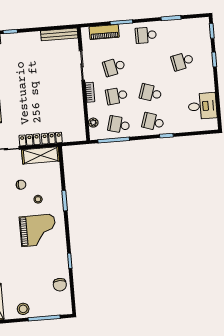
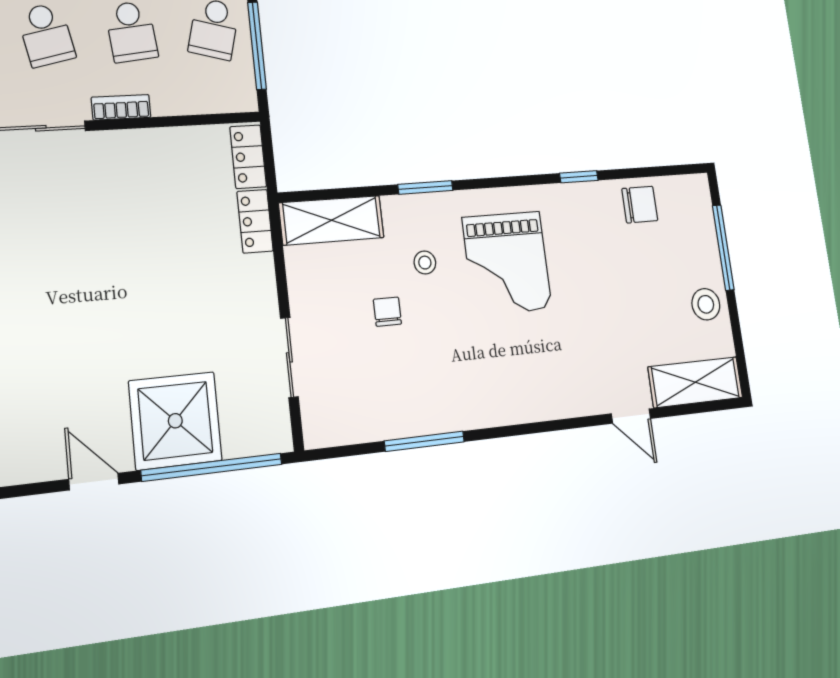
plant: (93, 123) -> (209, 101), removed
locker: (30, 140) -> (248, 157), moved
shelving: (41, 155) -> (332, 220), moved, turned 90
grand piano: (38, 230) -> (507, 263), turned 180

